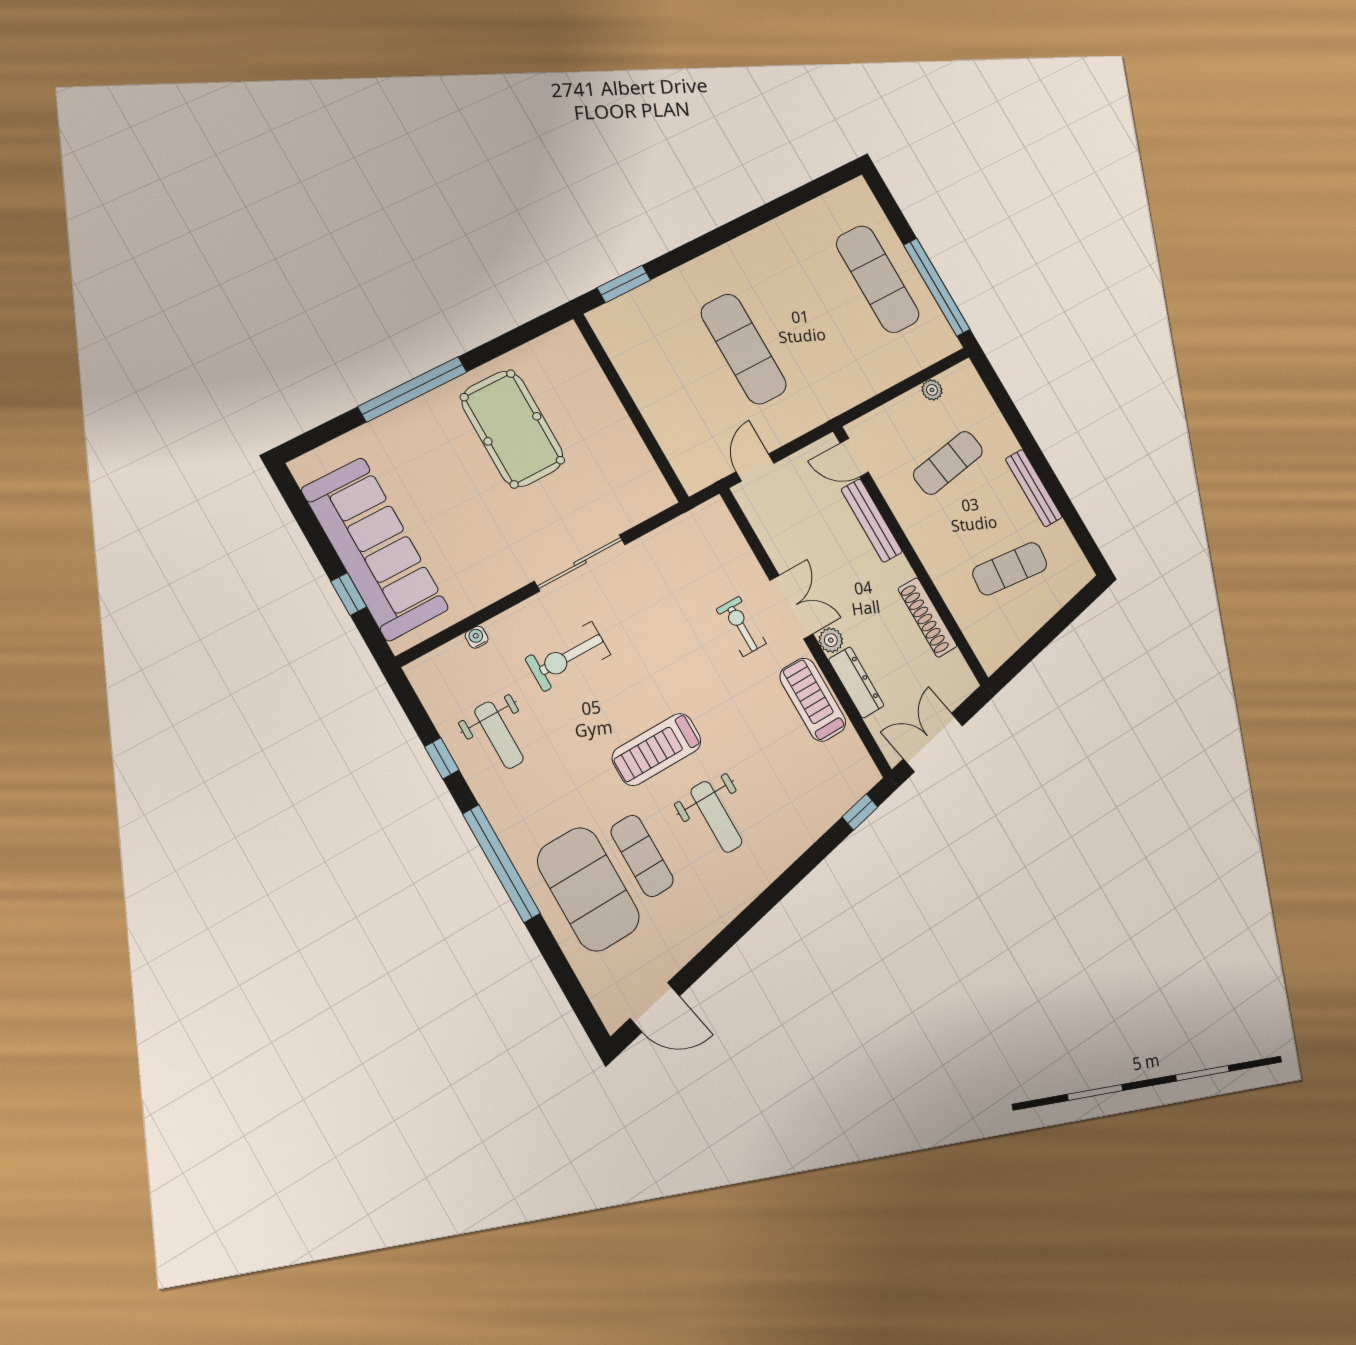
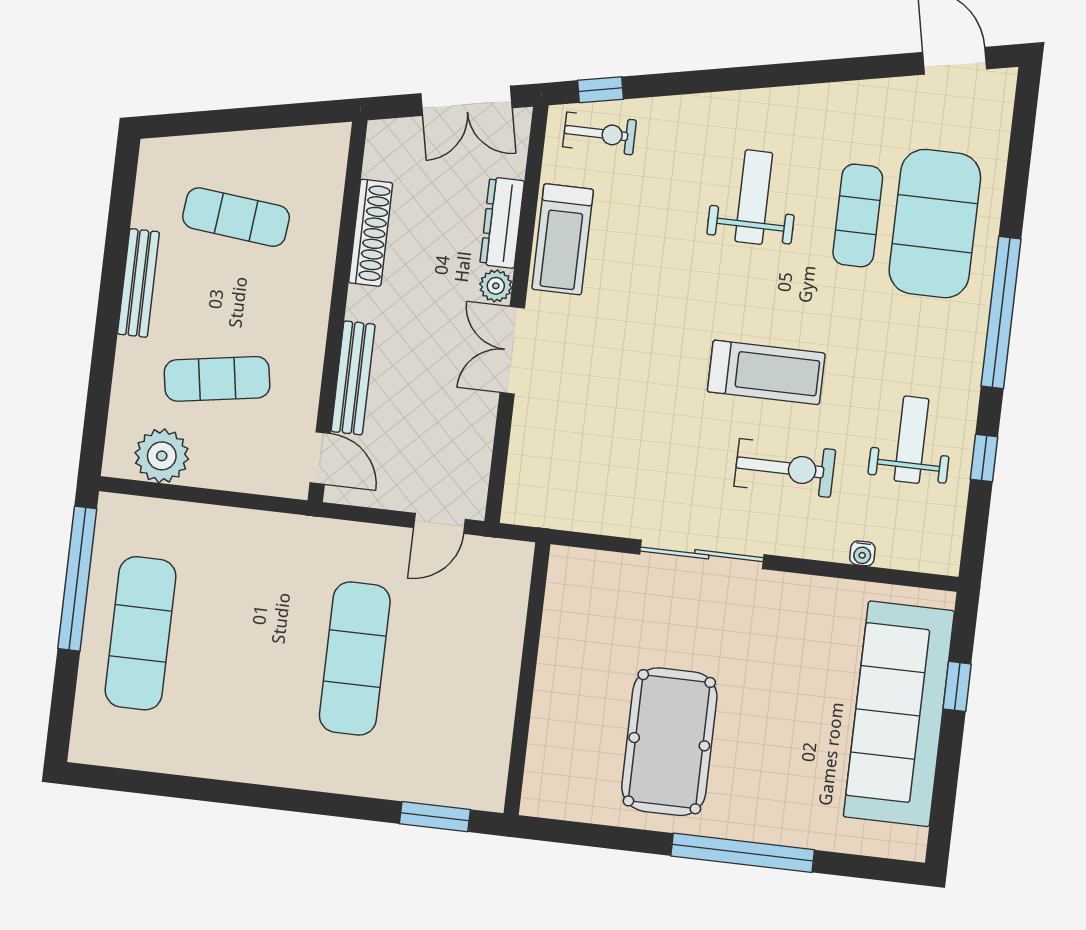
plant: (932, 390) -> (162, 456), width x1.87, depth x1.87
exercise bike: (741, 626) -> (600, 133), moved, turned -90
treadmill: (657, 749) -> (766, 372), moved

